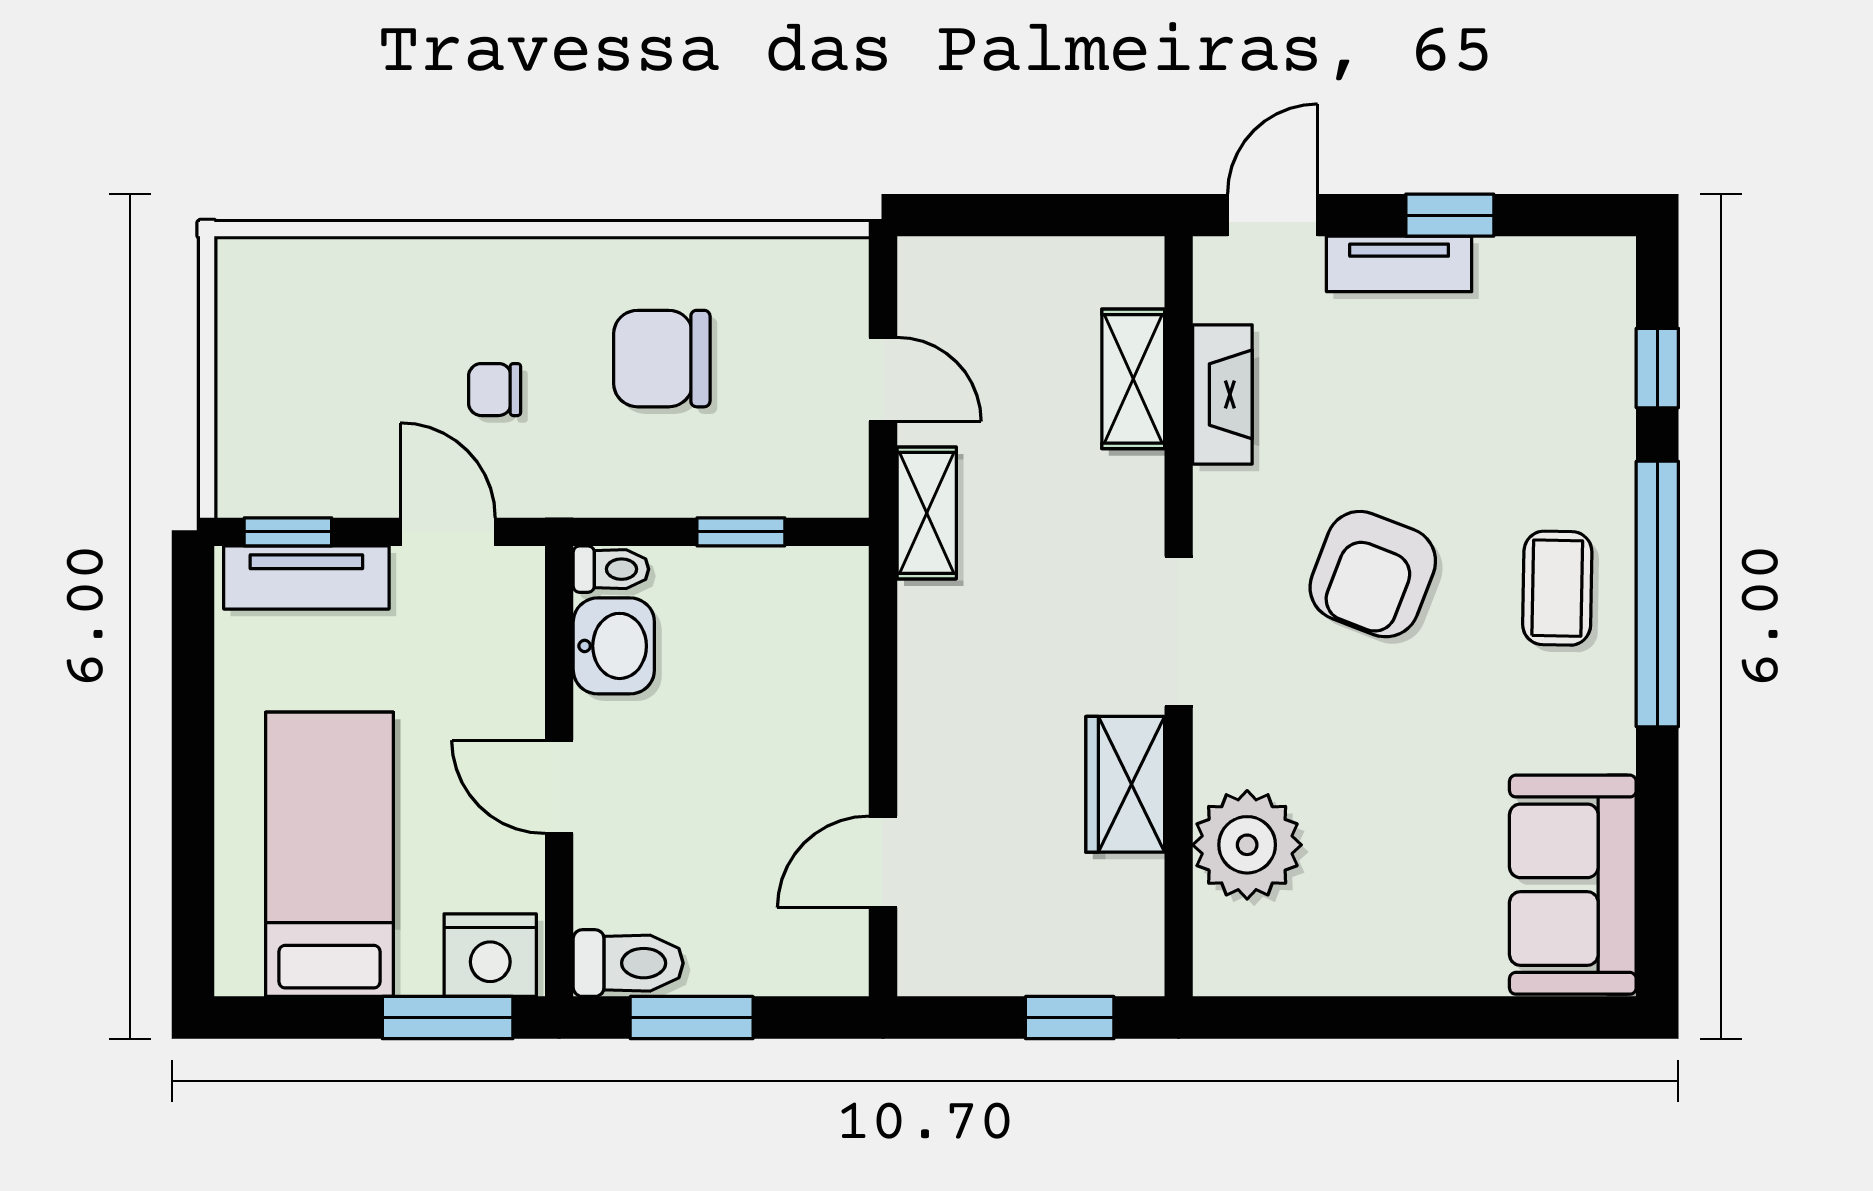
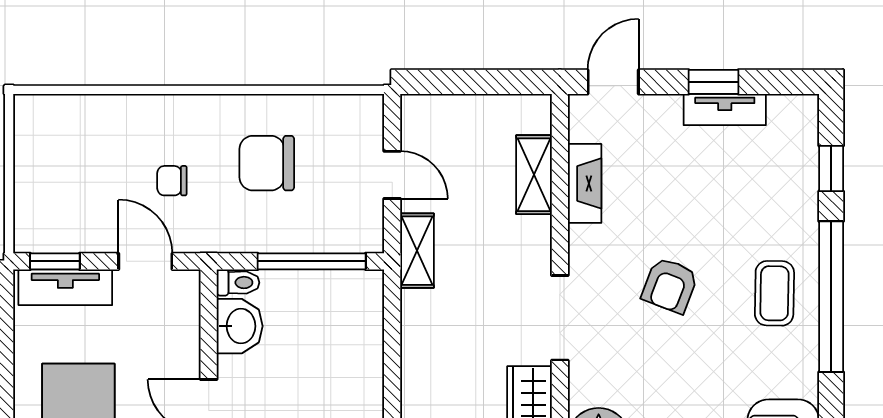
tv unit: (1399, 264) -> (725, 110), moved
window: (741, 532) -> (312, 261), width x2.17
armchair: (1373, 574) -> (670, 285), width x0.72, depth x0.72

